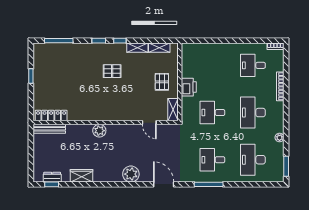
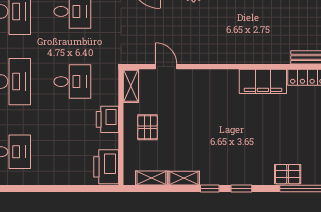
printer: (190, 55) -> (106, 167), added
pallet: (112, 71) -> (288, 174), moved
filing cabinet: (84, 113) -> (263, 81), added
plant: (99, 131) -> (240, 55), removed

